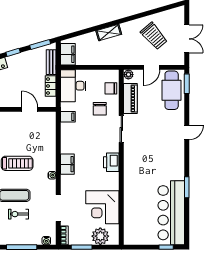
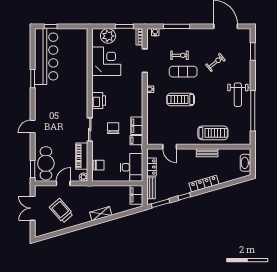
chair: (100, 109) -> (113, 128), moved
filing cabinet: (67, 164) -> (137, 126), moved

